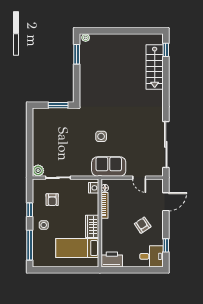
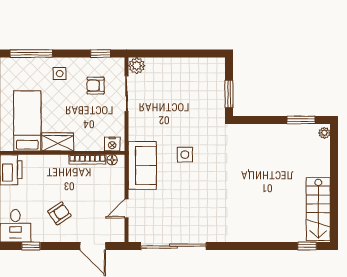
stairs: (155, 67) -> (318, 209), moved, turned -90
window: (30, 210) -> (100, 54), moved

